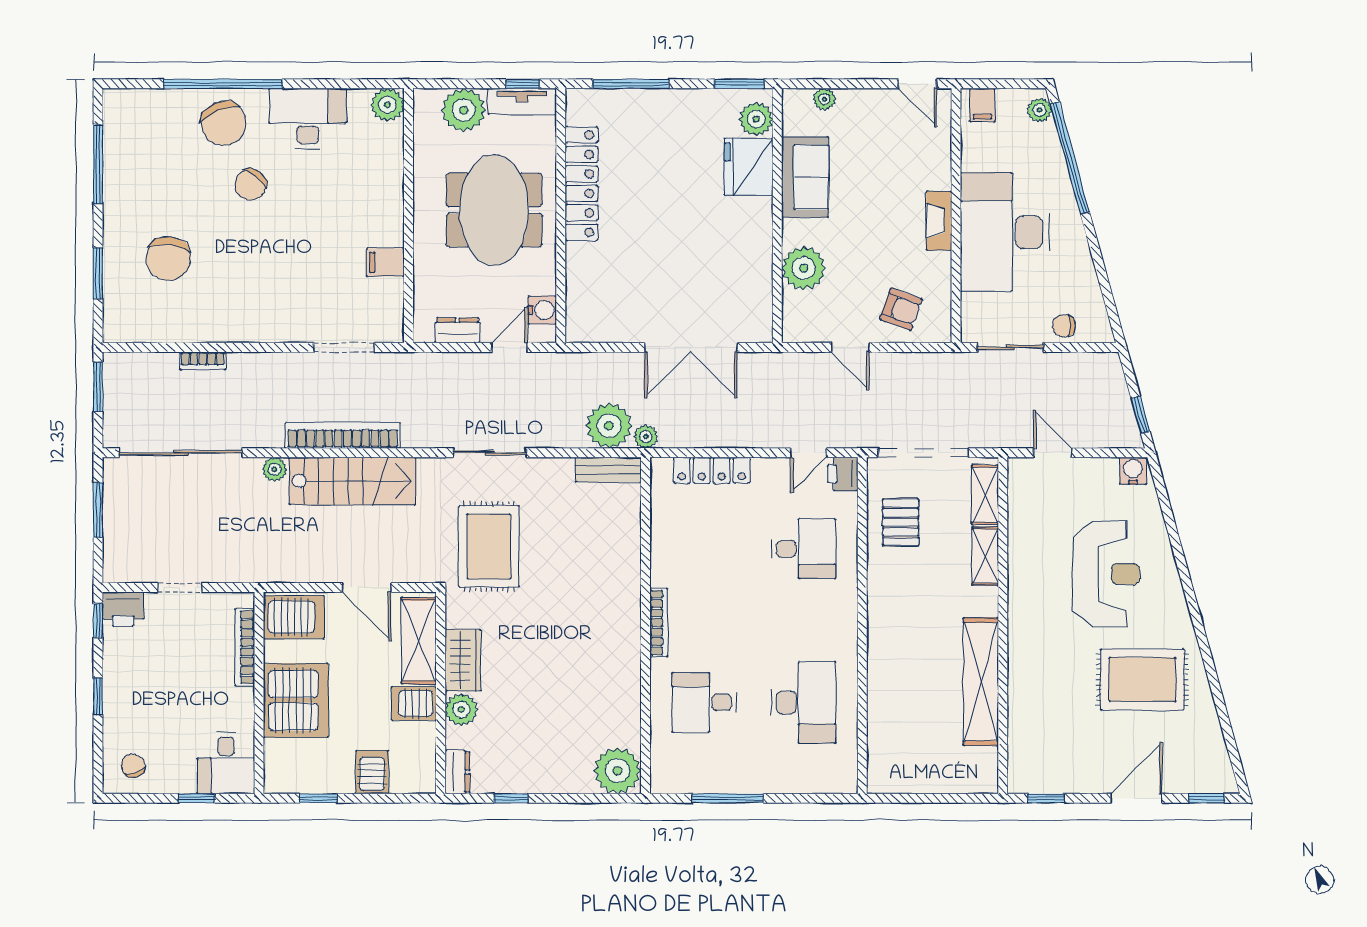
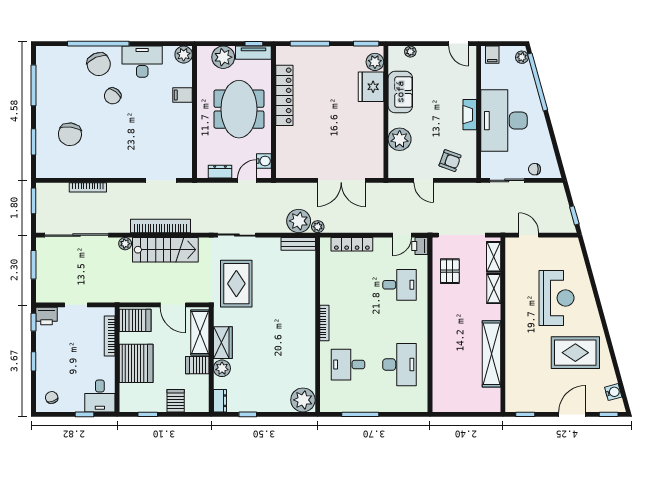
filing cabinet: (385, 262) -> (182, 95), moved
bookcase: (203, 361) -> (88, 187), width x1.56
water cooler: (1133, 471) -> (613, 392), moved, turned 75

